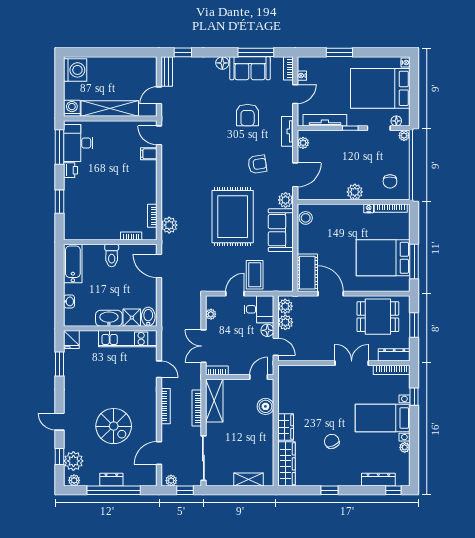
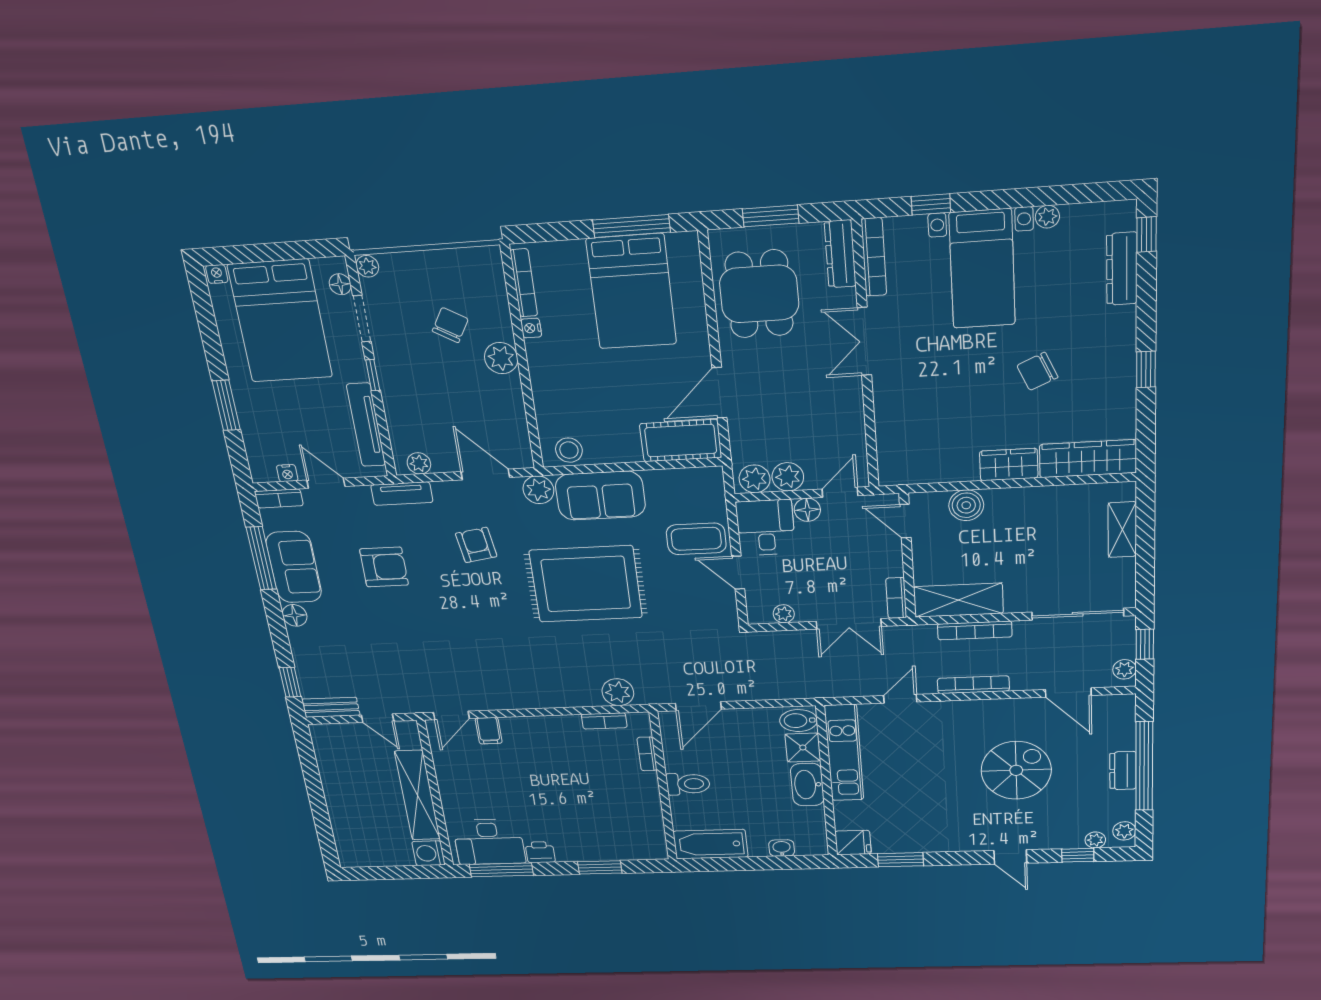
washing machine: (75, 70) -> (360, 850), removed
chair: (390, 181) -> (450, 325), moved, turned -60
door: (60, 422) -> (1010, 857), hinge flipped
plant: (73, 461) -> (1095, 840), width x0.53, depth x0.53

